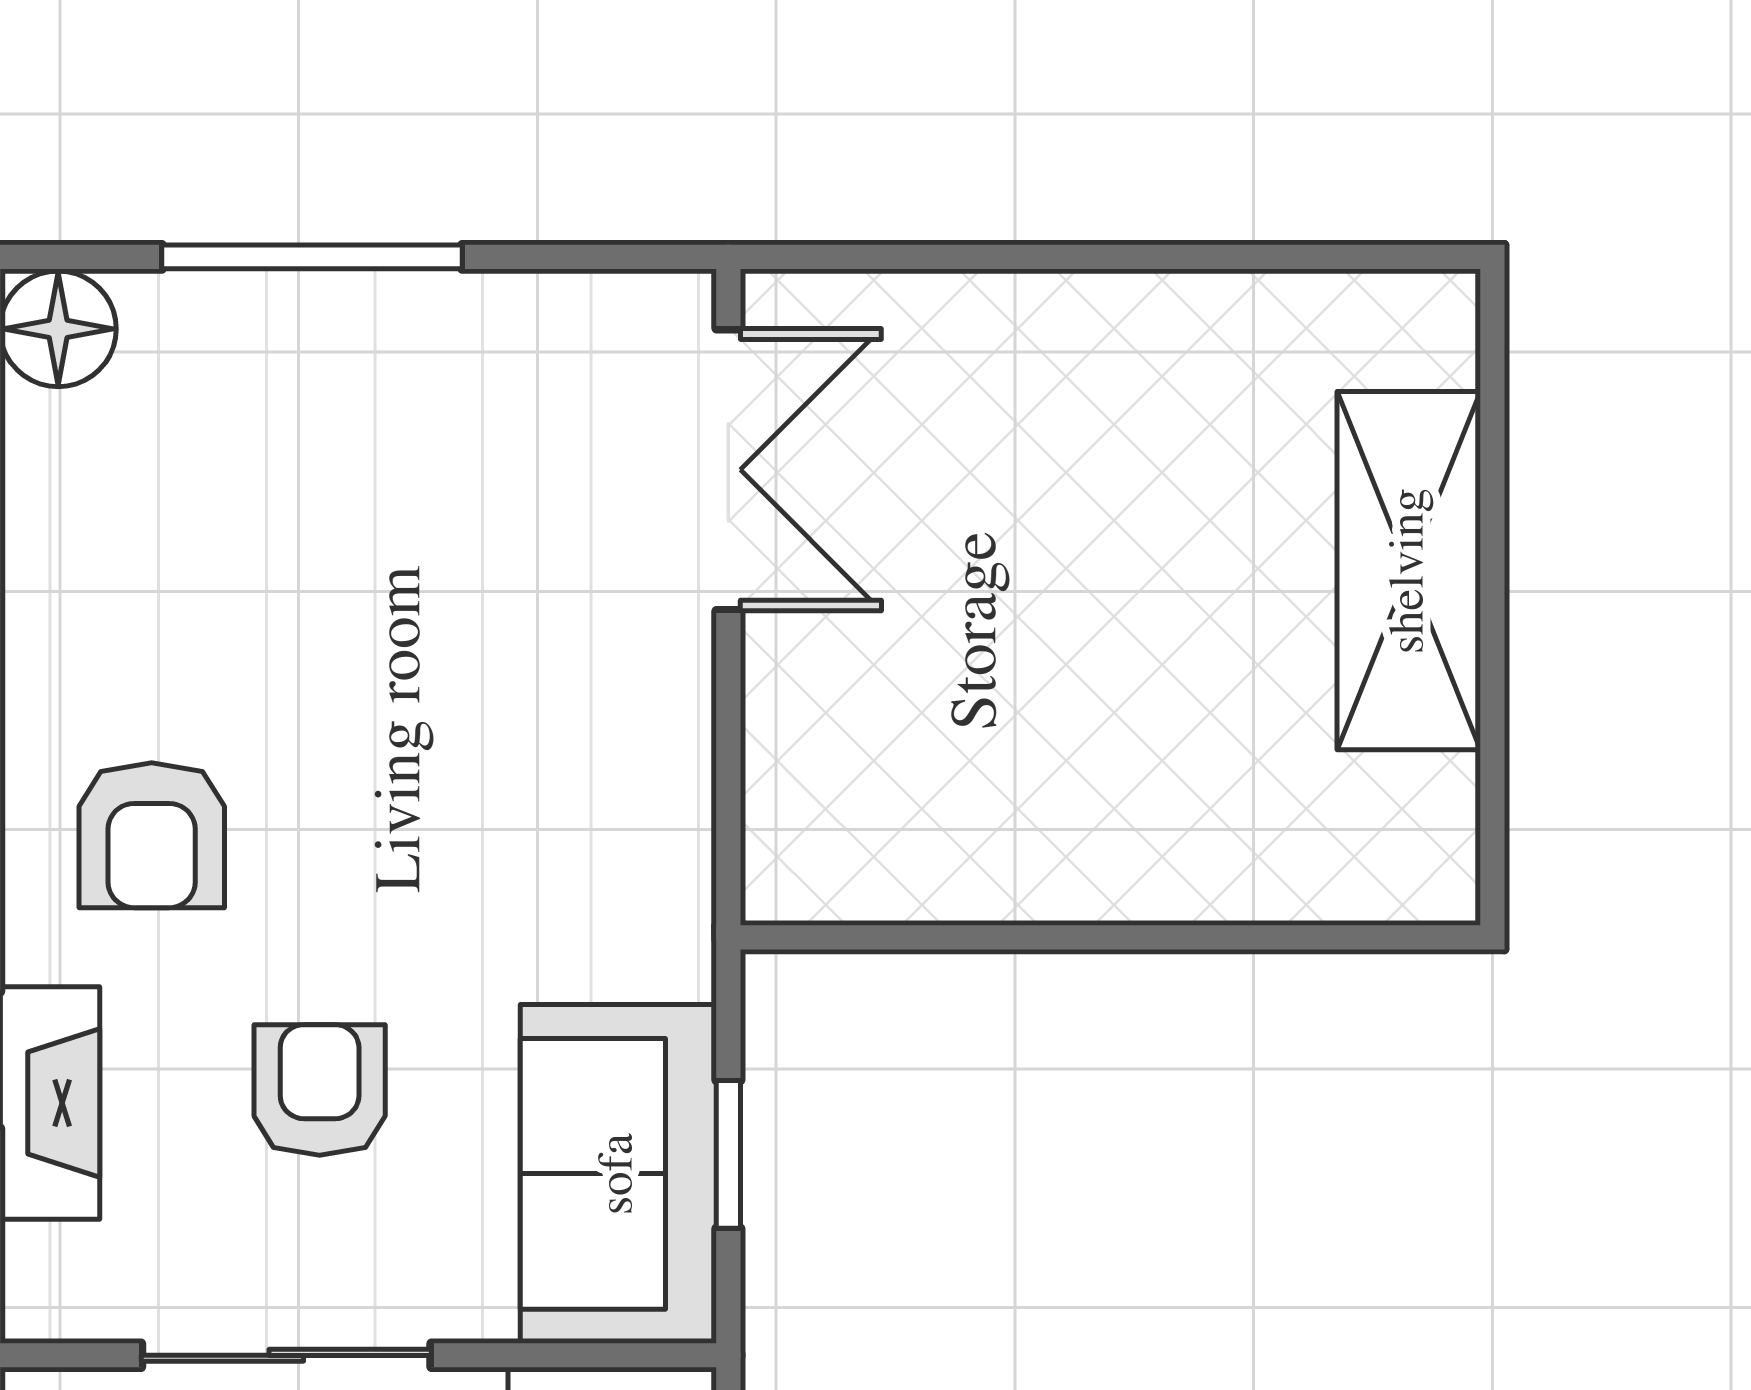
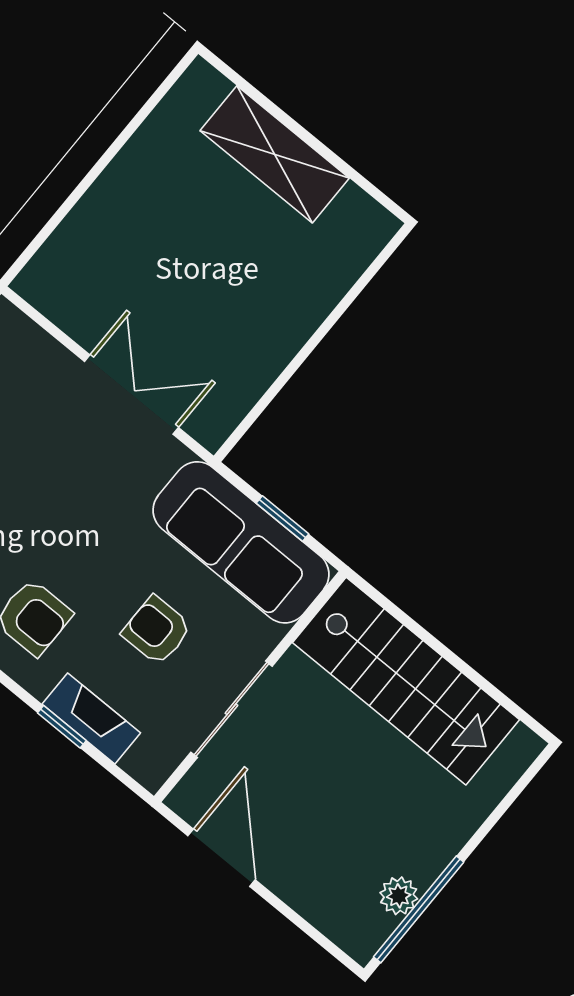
double door: (728, 470) -> (131, 395), moved
sofa: (618, 1174) -> (241, 542), width x1.36

